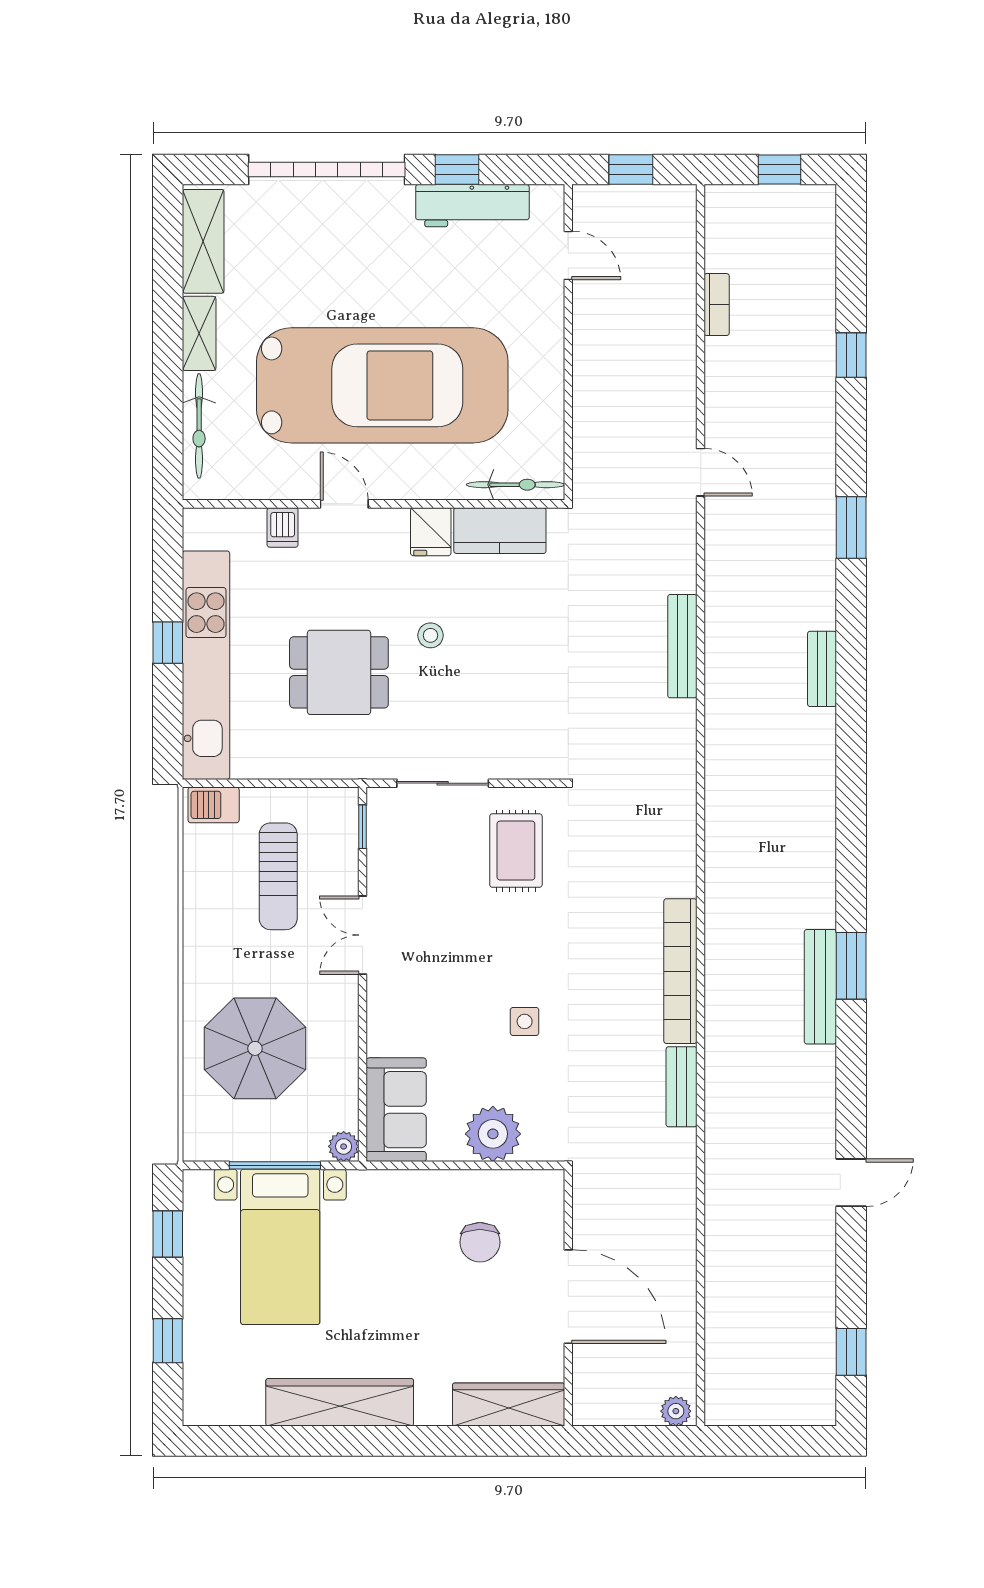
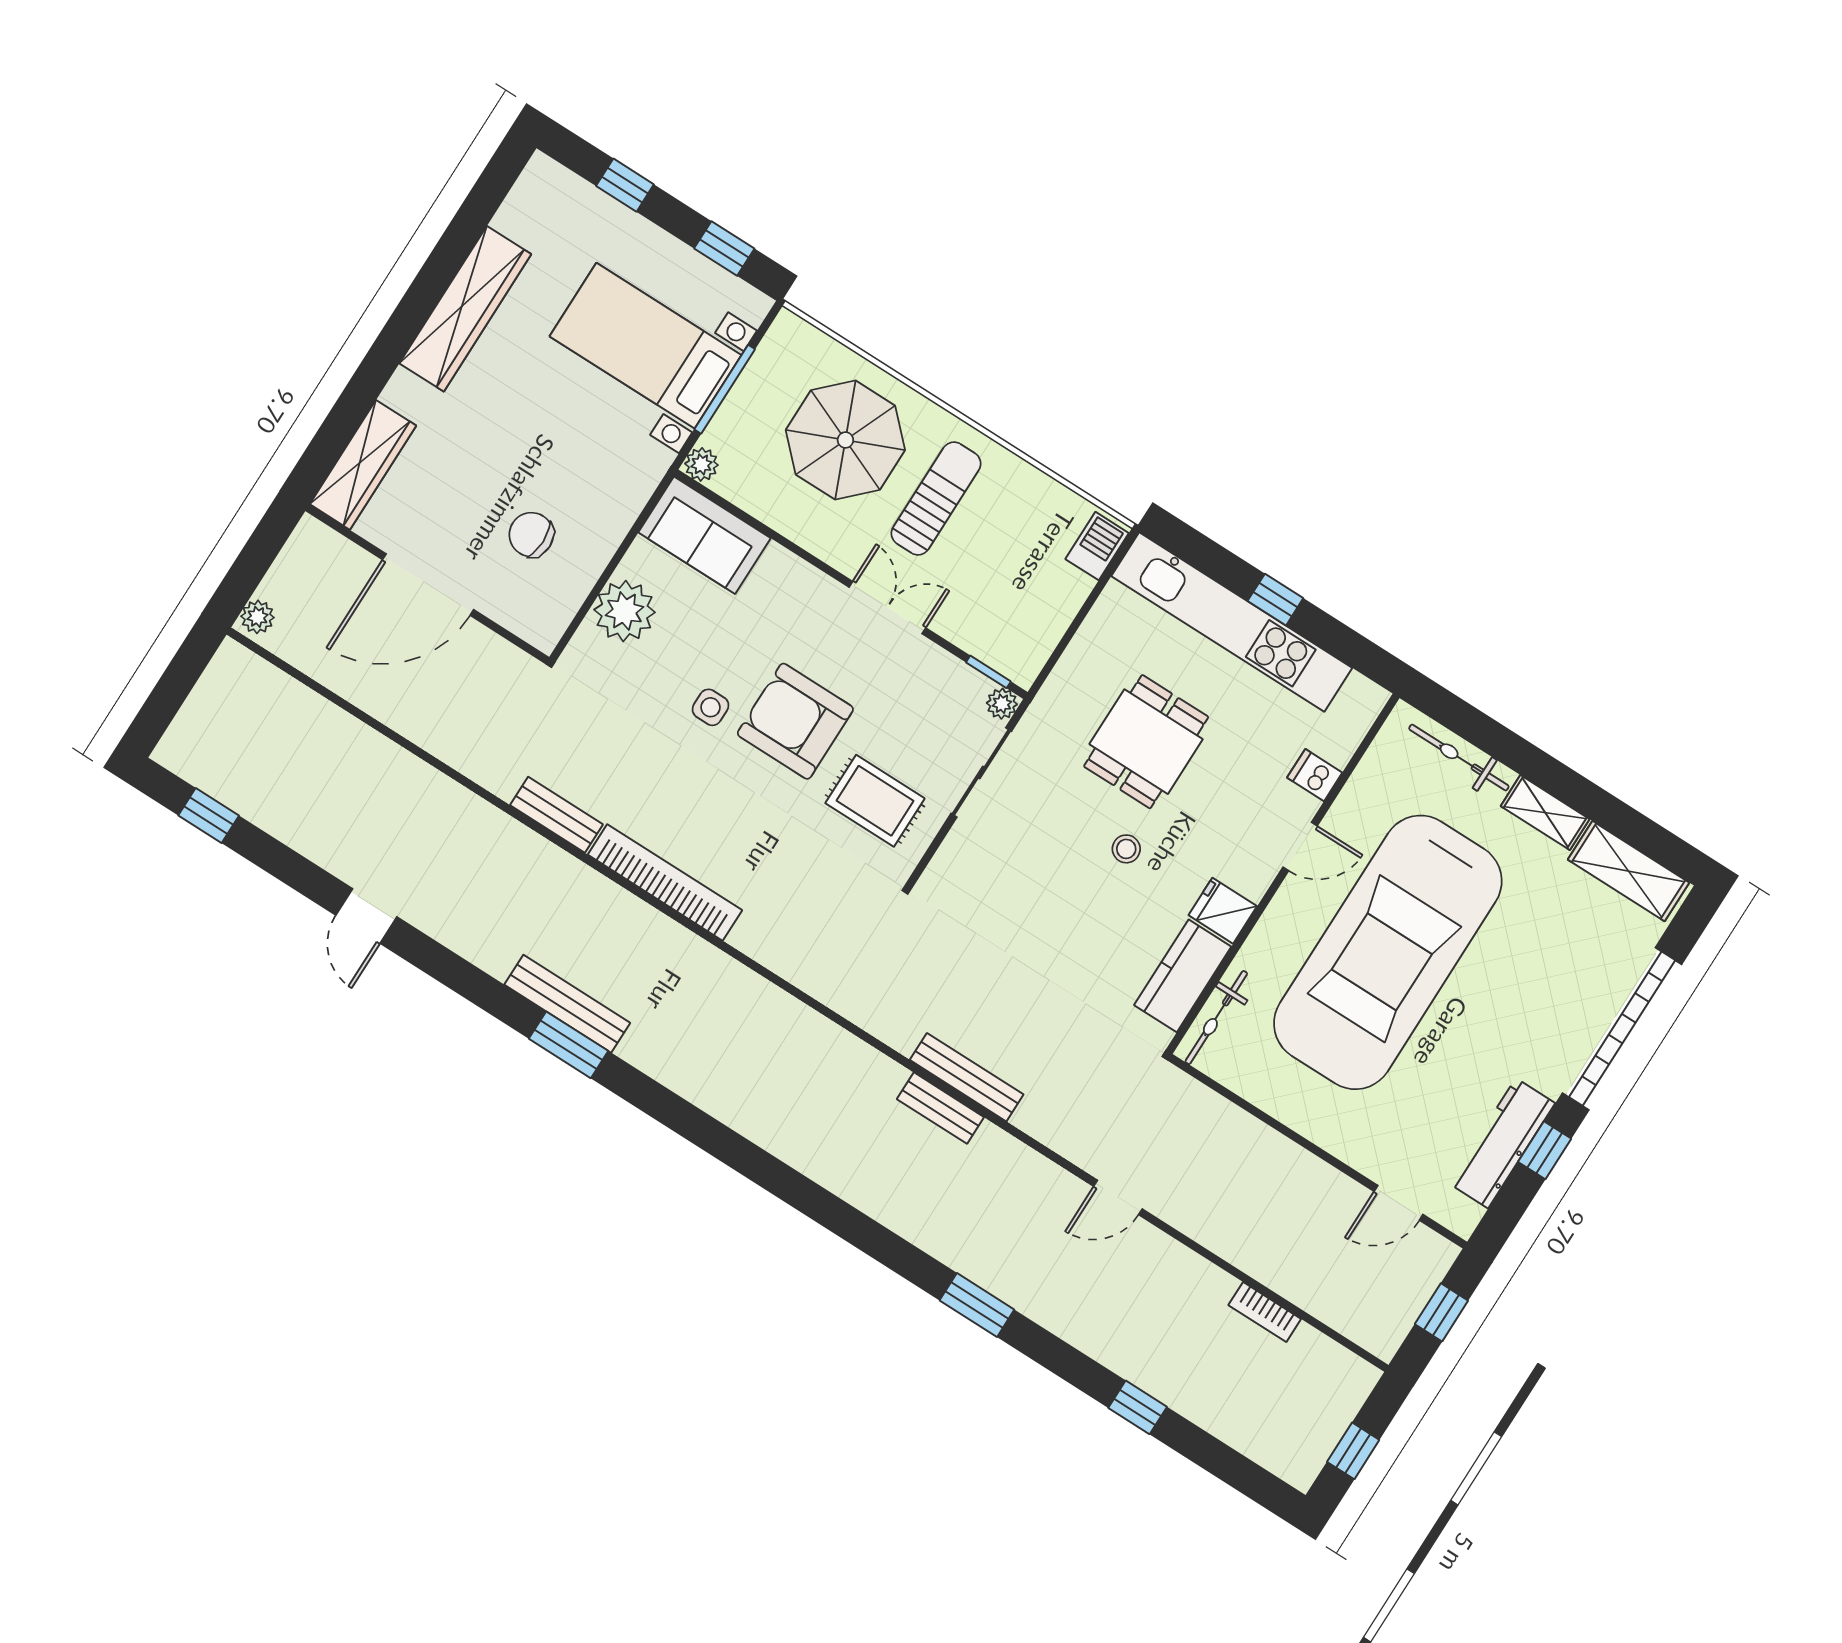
bench: (822, 669) -> (940, 1108), moved
plant: (380, 801) -> (1002, 704), added
sun lounger: (278, 876) -> (936, 499), moved, turned 90
armchair: (494, 950) -> (795, 721), added

